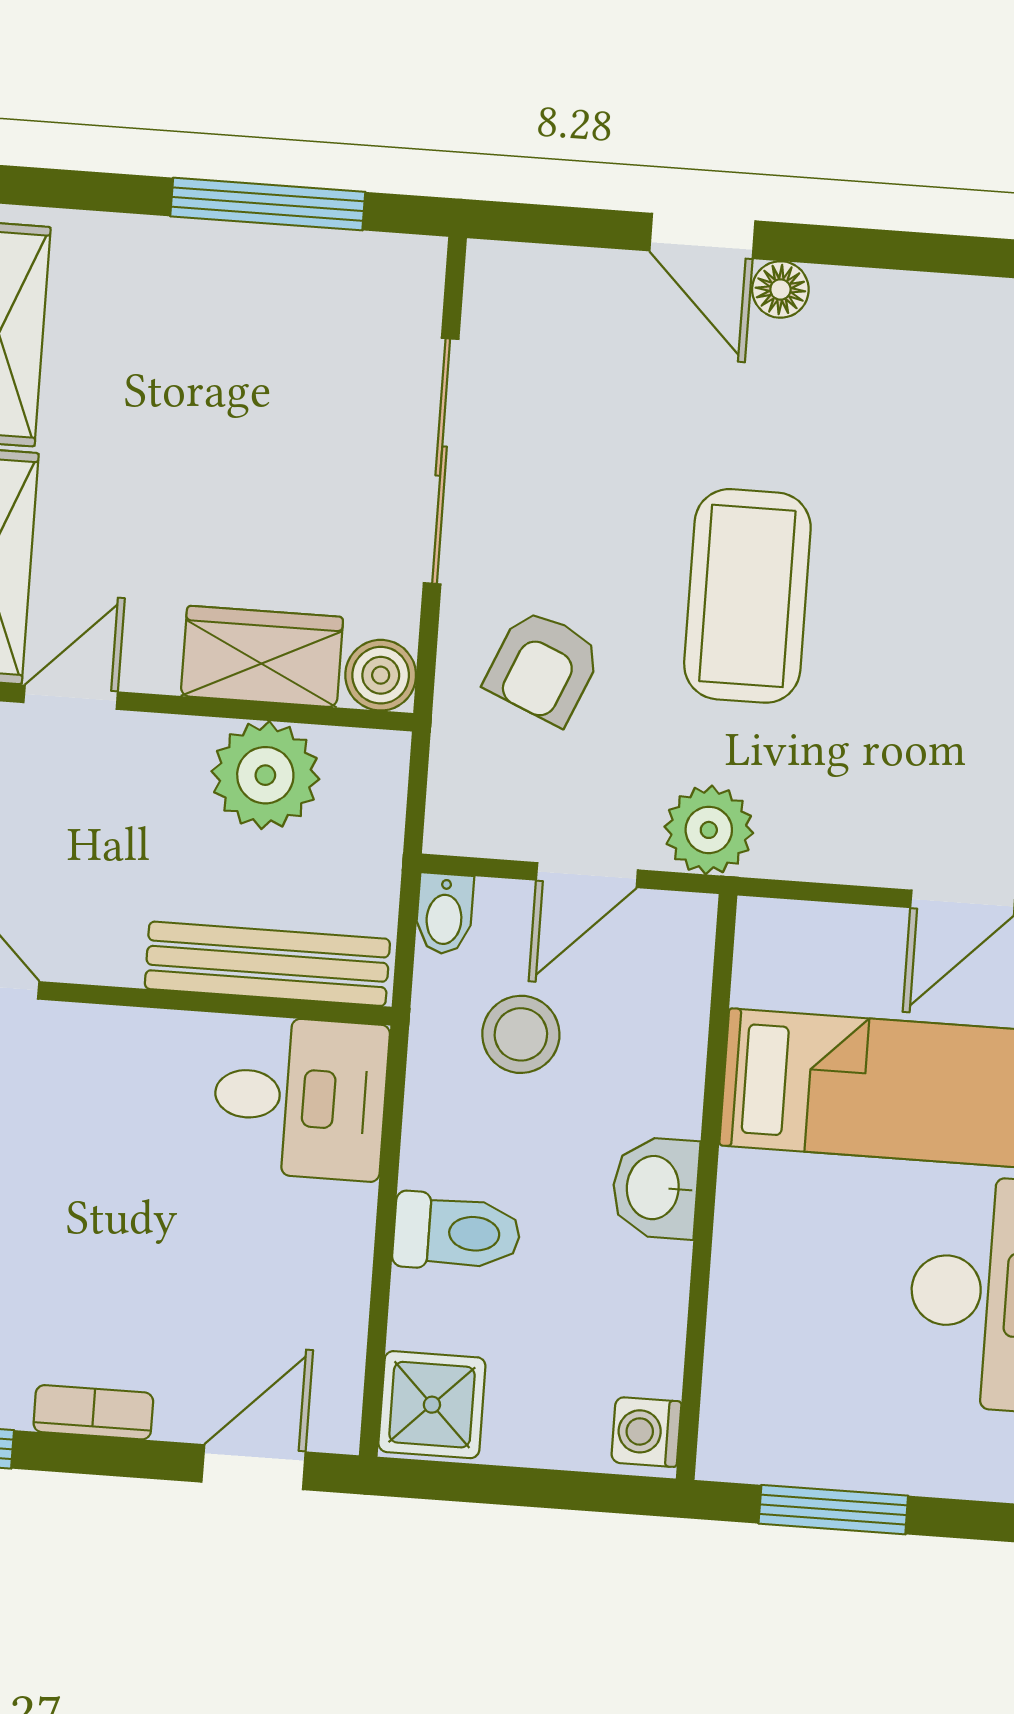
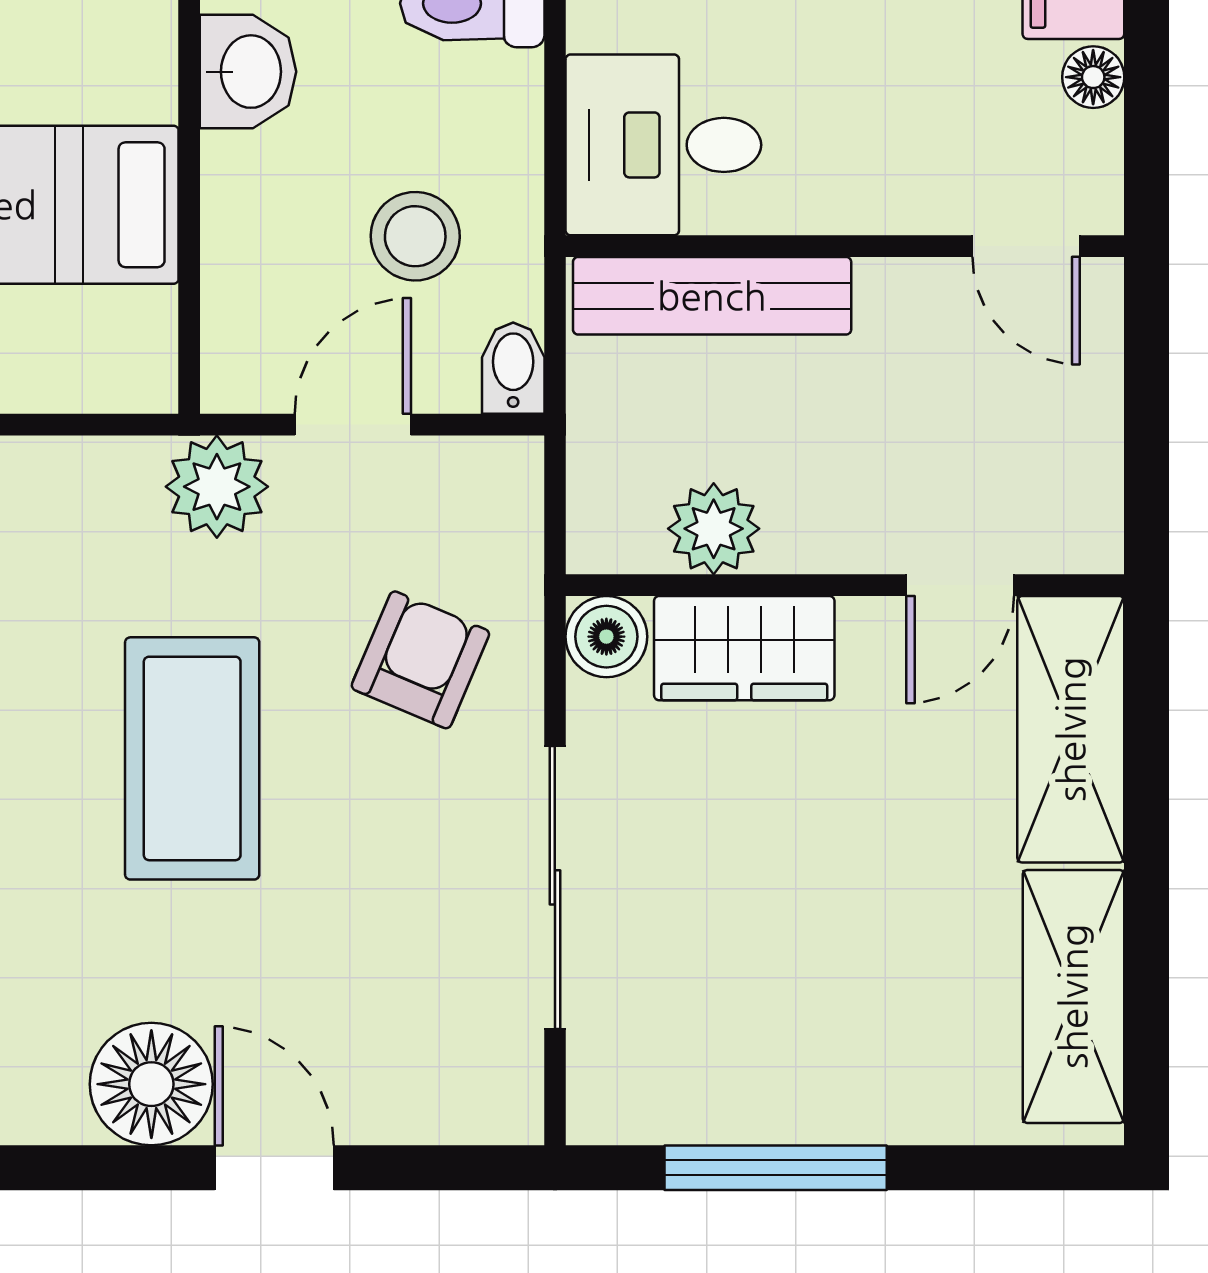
floor lamp: (780, 289) -> (151, 1084), width x1.89, depth x1.89
plant: (265, 775) -> (714, 529), width x0.73, depth x0.73

